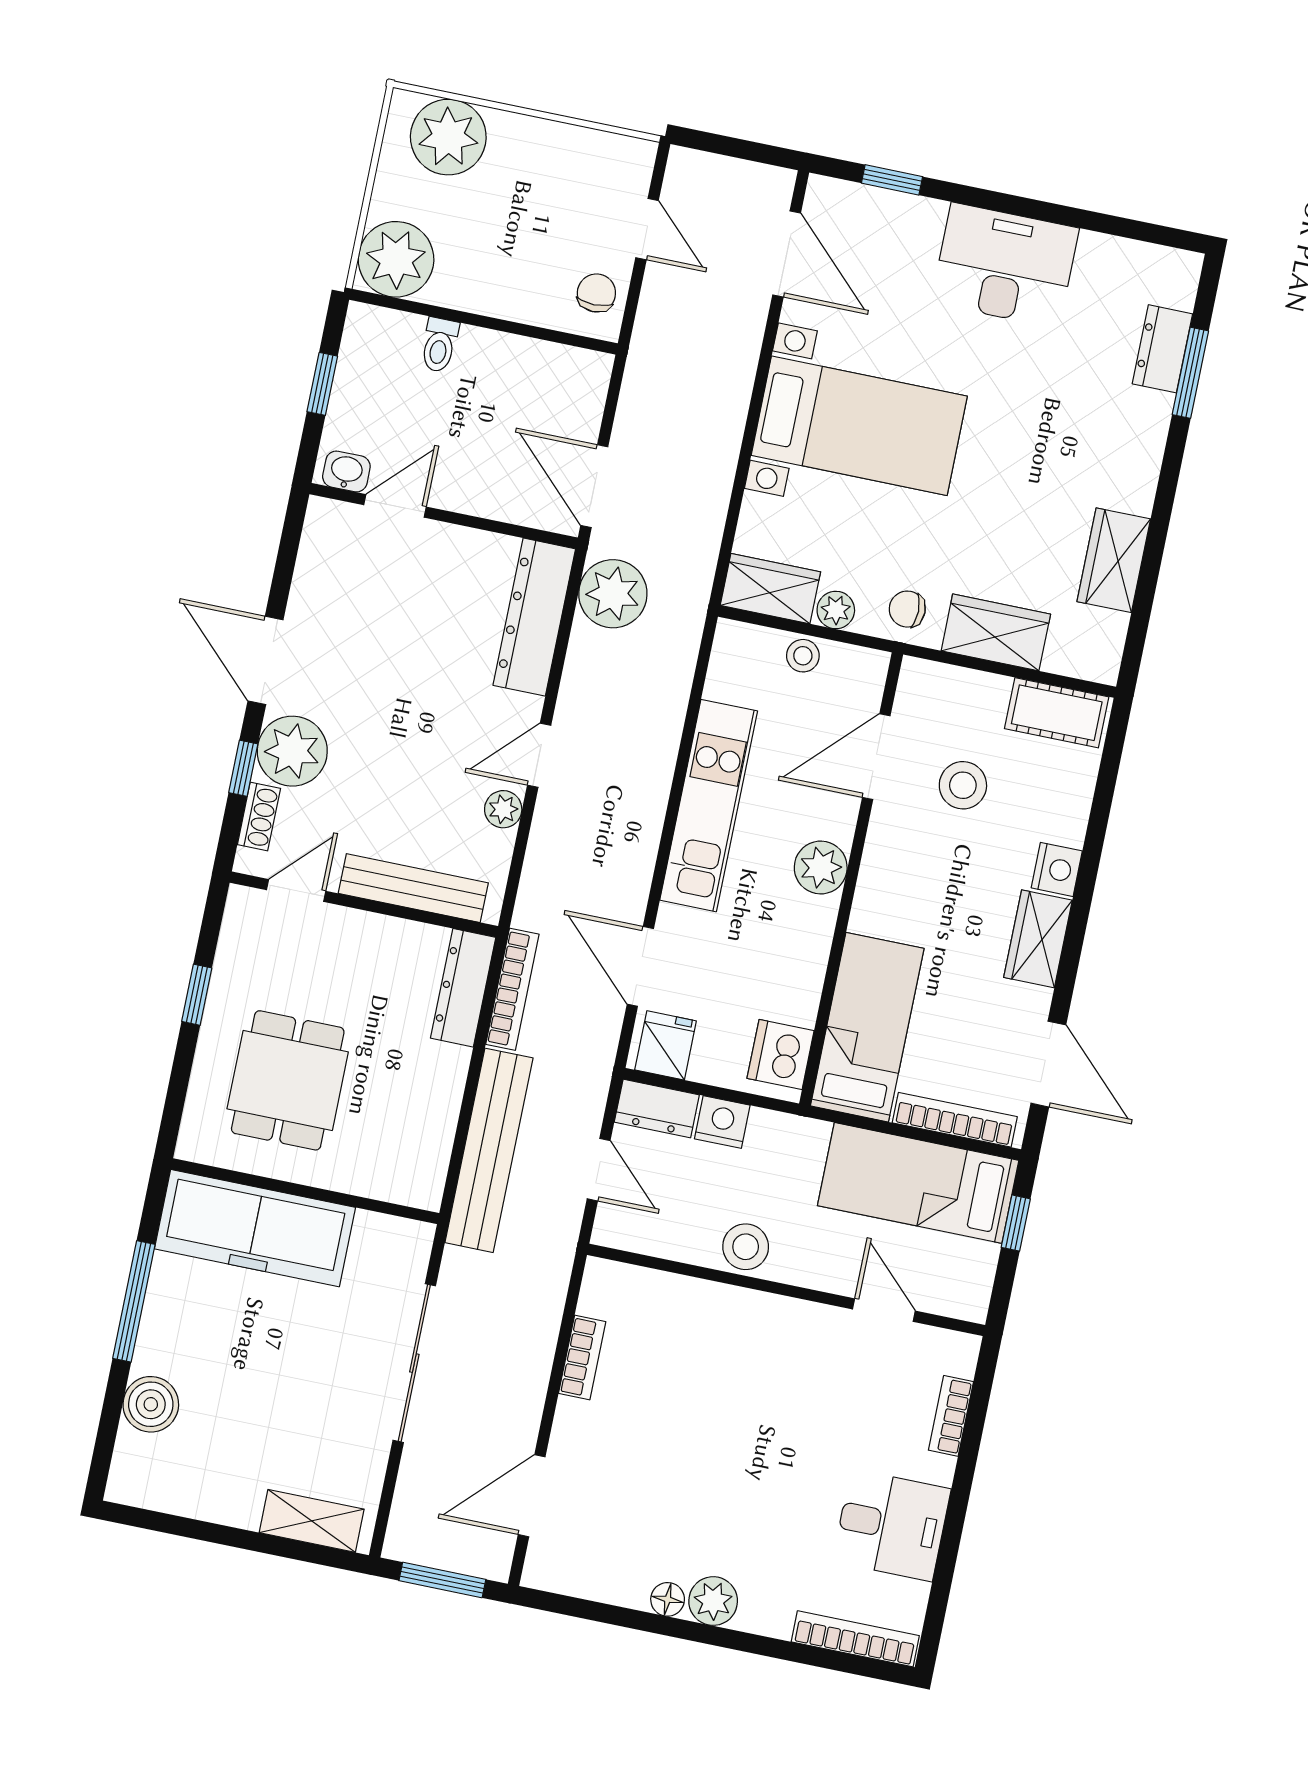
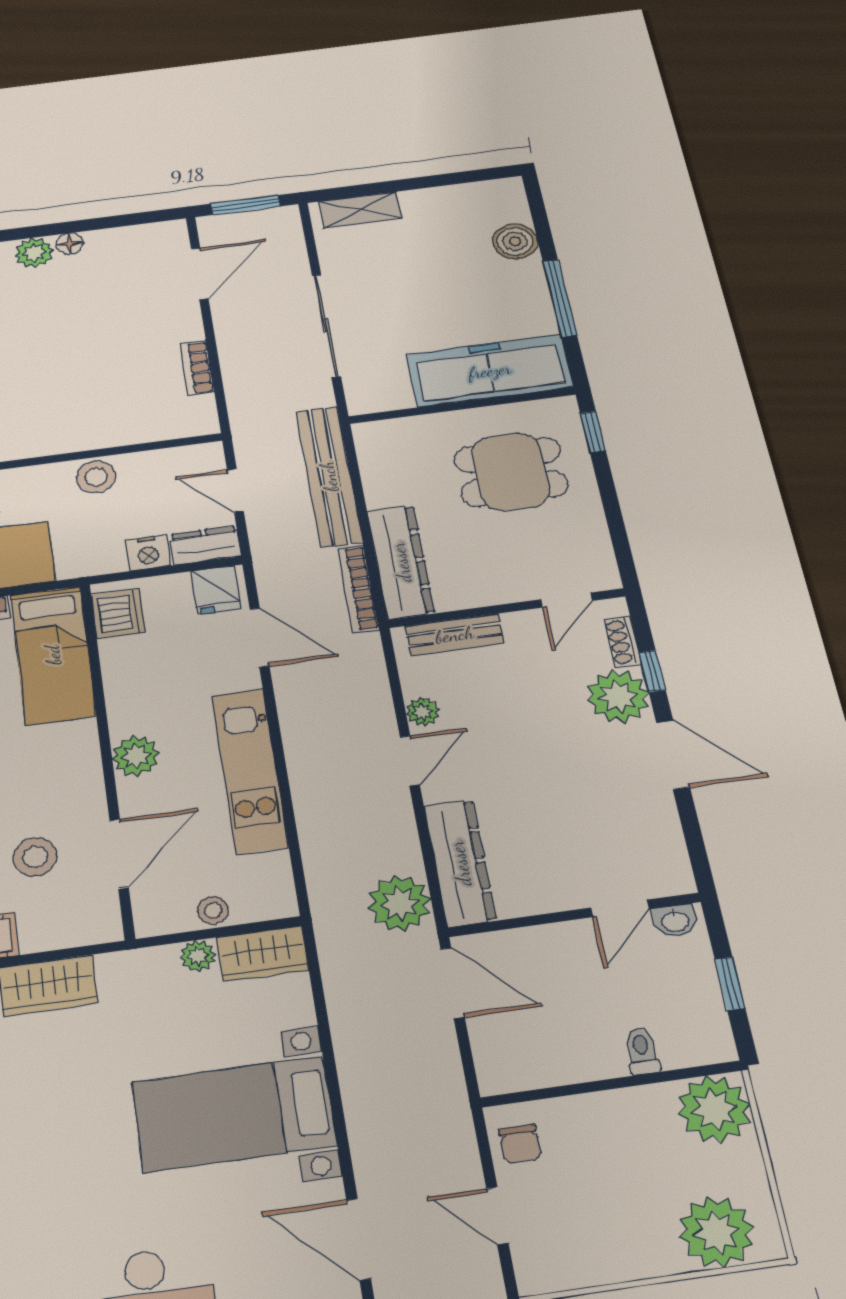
chair: (907, 609) -> (134, 978), removed
bench: (413, 888) -> (455, 635), width x0.73
dresser: (463, 988) -> (401, 562), width x1.37, depth x1.24
window: (197, 995) -> (593, 432), moved
dining table: (288, 1080) -> (511, 472), turned 90

